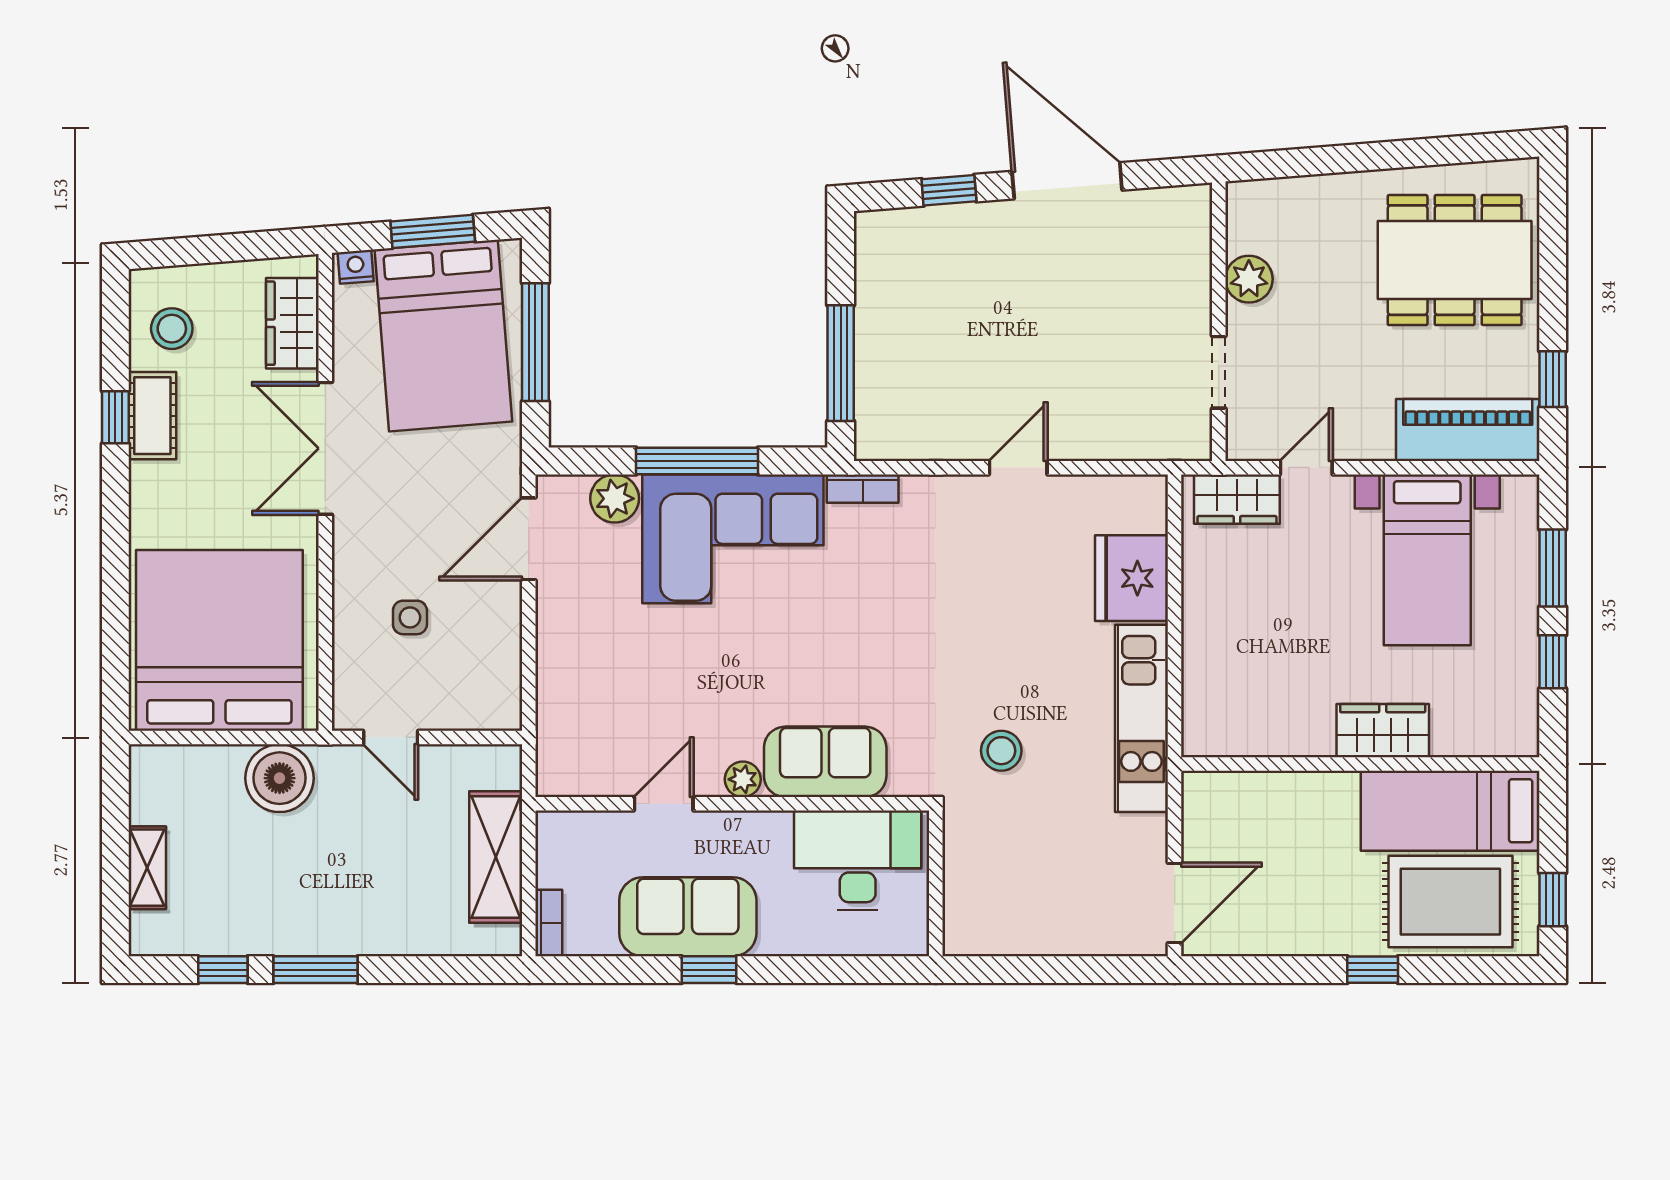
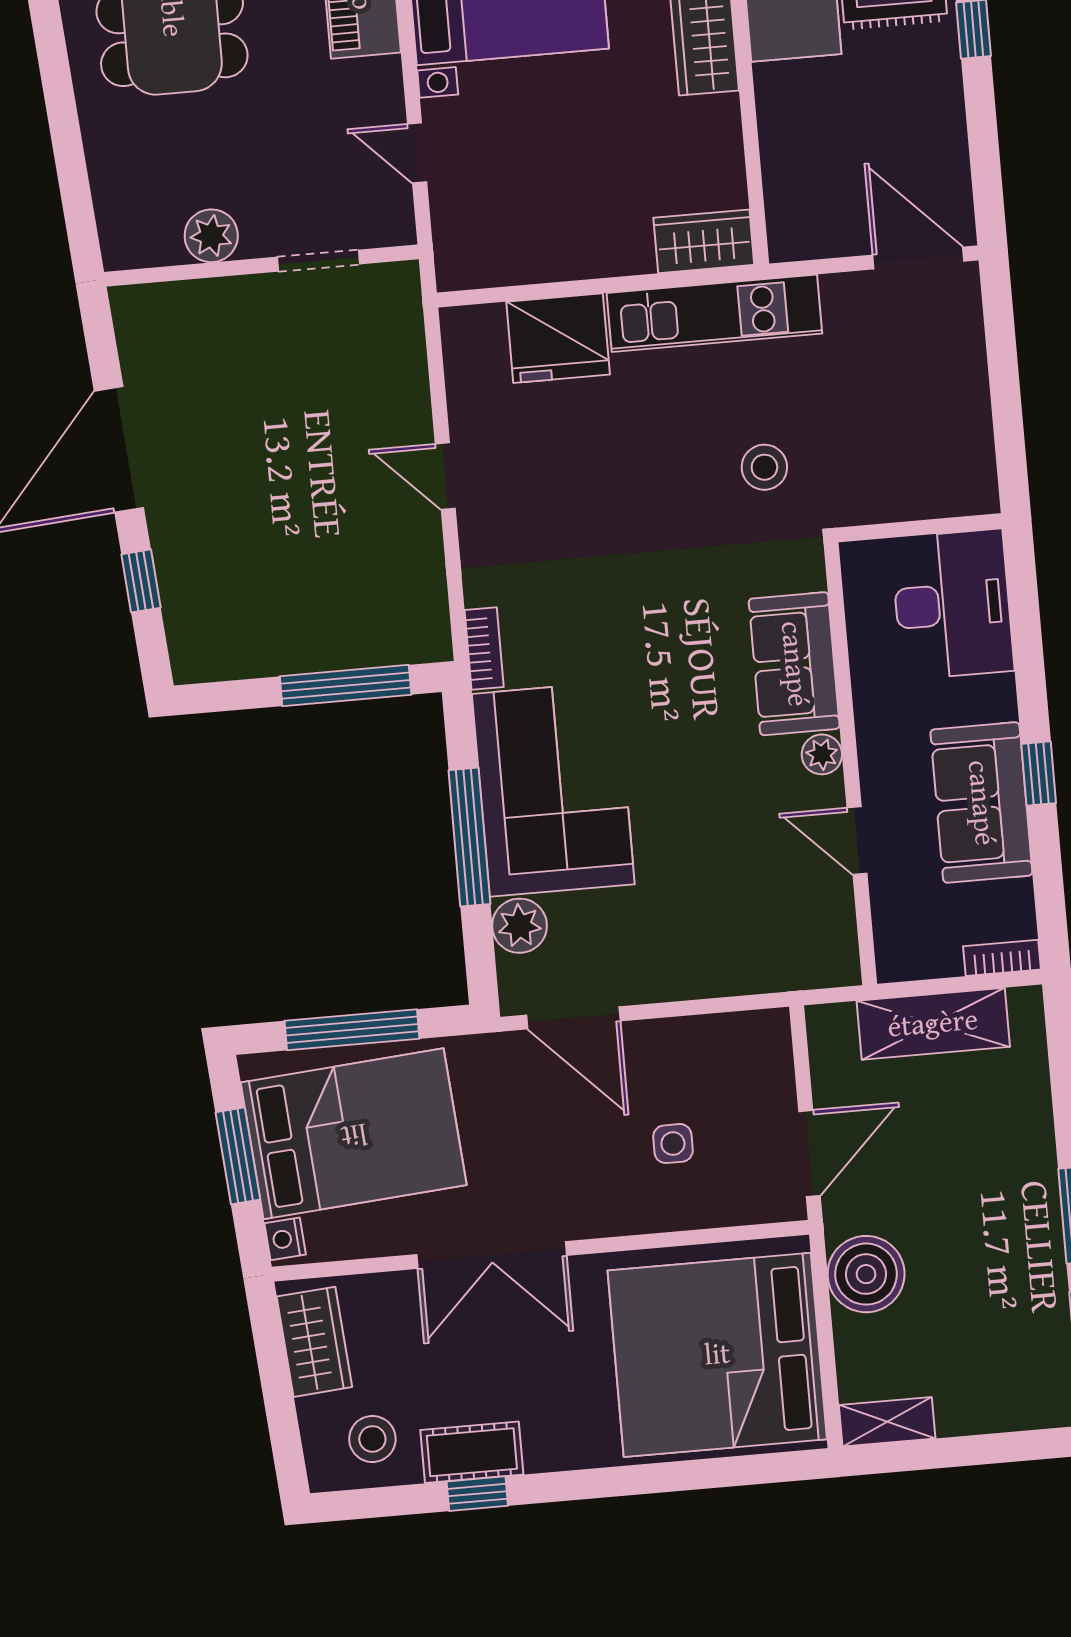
wardrobe: (292, 323) -> (314, 1342), moved, turned -95
wardrobe: (1237, 499) -> (704, 241), moved, turned -90
door: (391, 737) -> (809, 1153), width x1.38
desk: (858, 860) -> (952, 604), moved, turned 180
shelving: (147, 868) -> (887, 1422), moved

